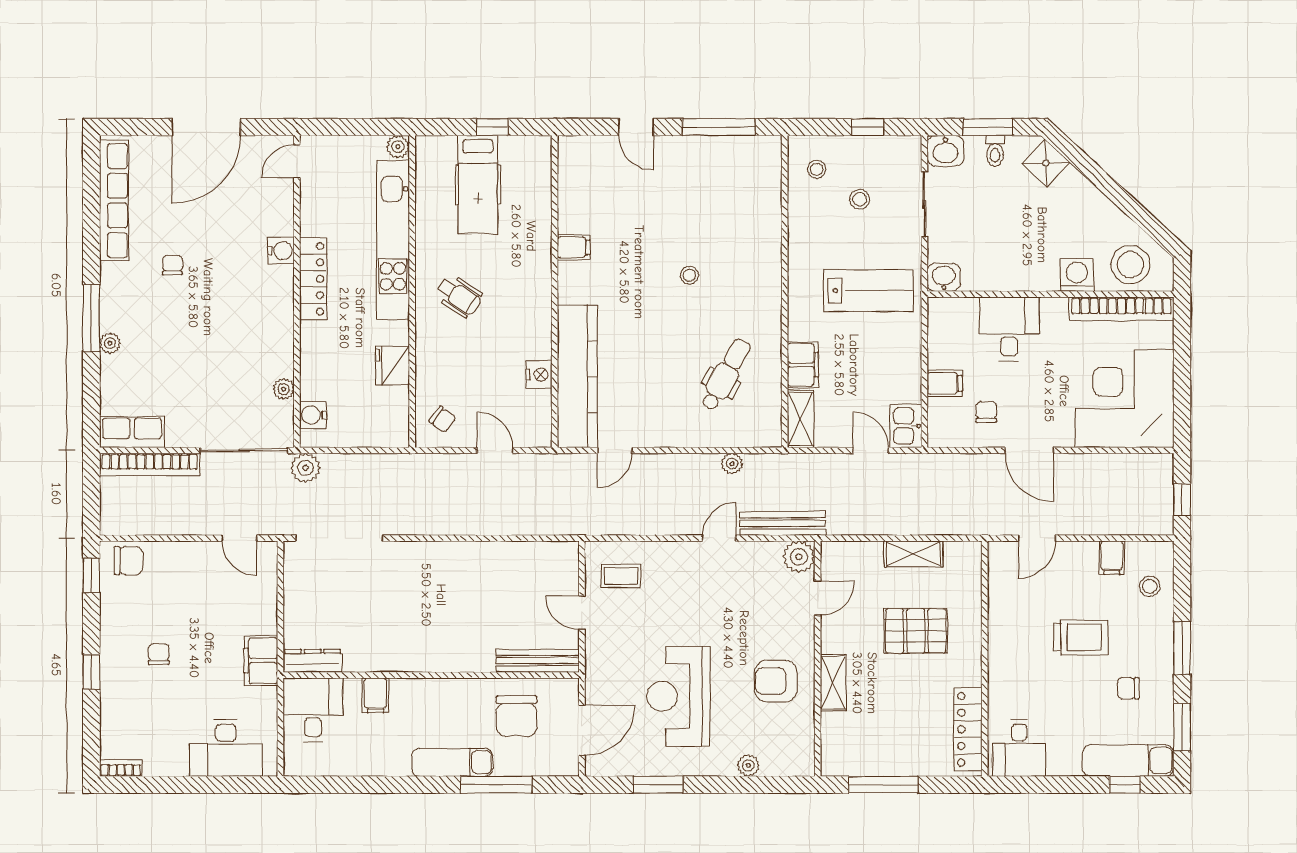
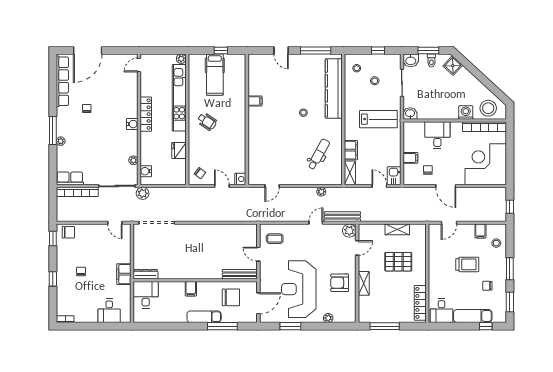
door: (206, 127) -> (88, 51), moved
water cooler: (281, 251) -> (132, 124), moved
nightstand: (539, 375) -> (240, 179), moved
kitchen counter: (577, 376) -> (334, 88), moved, turned 180
filing cabinet: (375, 695) -> (191, 289), moved
reception desk: (678, 696) -> (299, 289), width x1.36, depth x1.30
chair: (516, 716) -> (231, 297), turned -90
desk: (226, 748) -> (109, 311), width x0.73
exam couch: (1128, 760) -> (473, 316), moved

